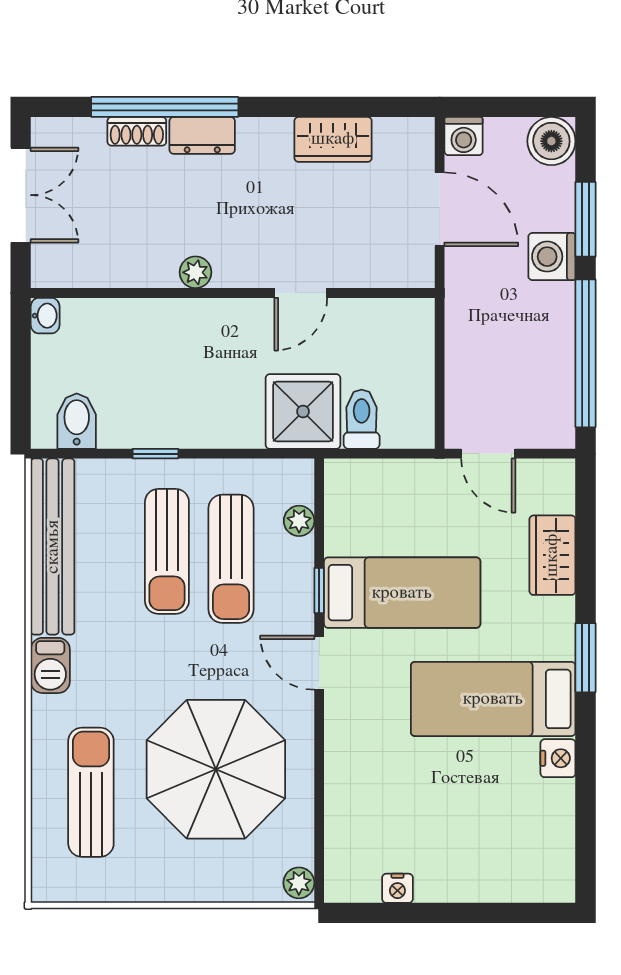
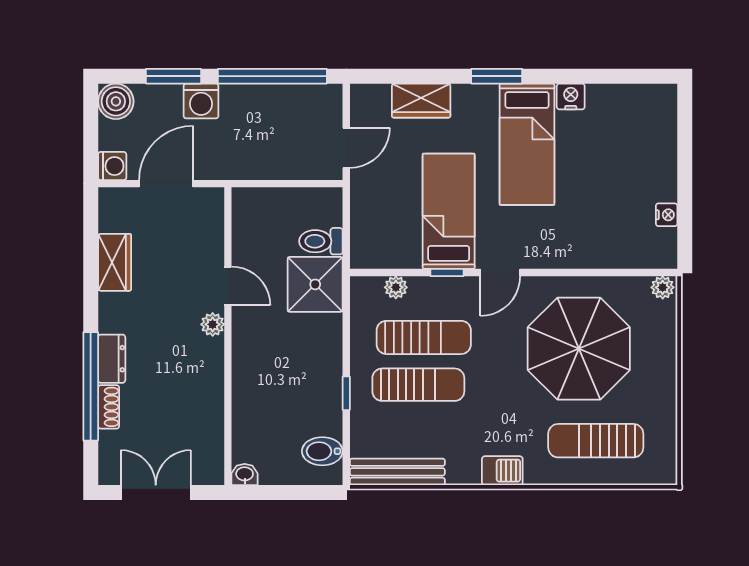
plant: (195, 272) -> (213, 324), moved
bench: (53, 547) -> (397, 472), width x0.73, depth x0.82

